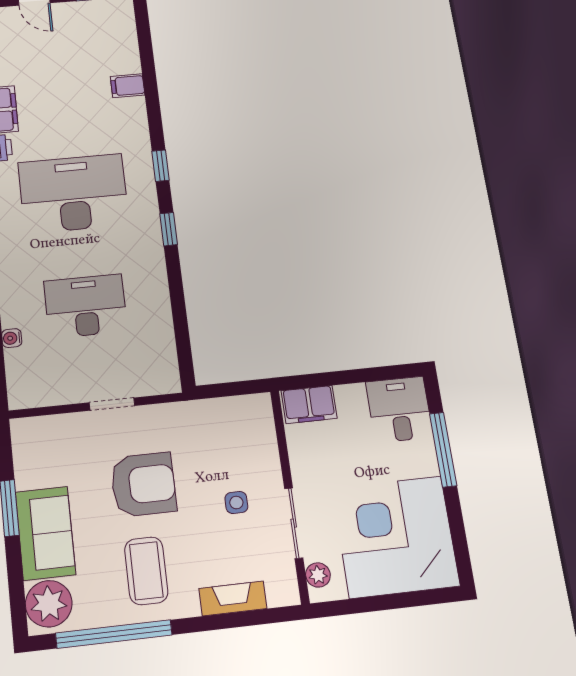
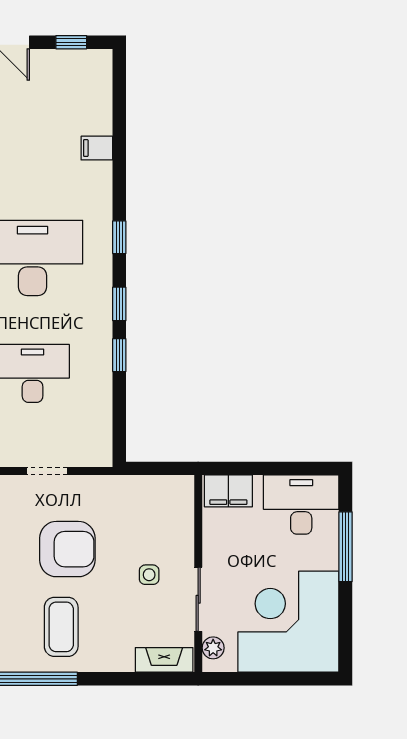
window: (175, 279) -> (119, 355), added
desk: (399, 409) -> (301, 505), width x1.37
fireplace: (233, 598) -> (164, 660), moved

